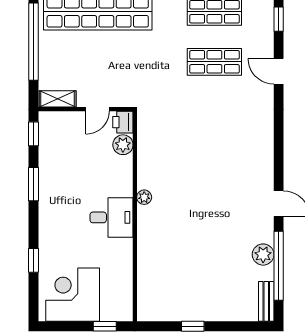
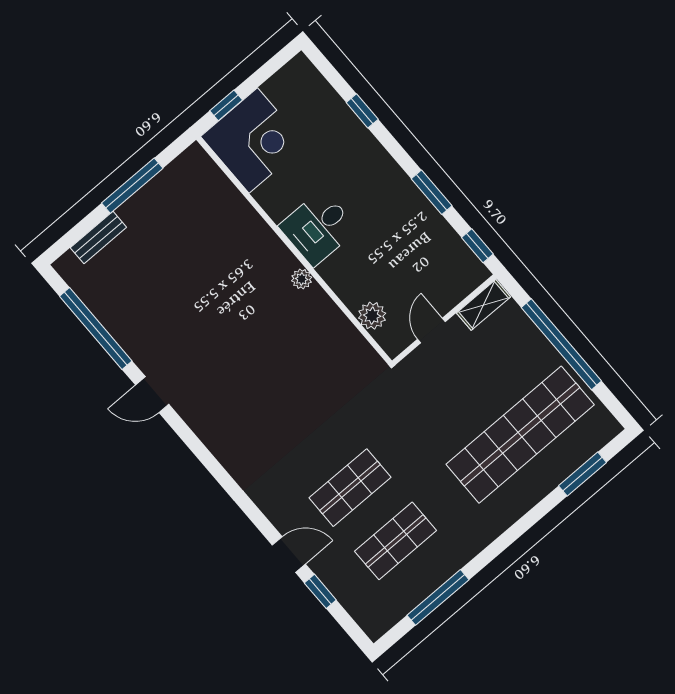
door: (279, 71) -> (289, 555), moved
printer: (123, 122) -> (393, 340), removed
plant: (263, 255) -> (123, 326), removed
corner desk: (73, 295) -> (253, 140), moved
bench: (266, 301) -> (98, 237), moved, turned 90
window: (193, 326) -> (132, 186), width x2.17

